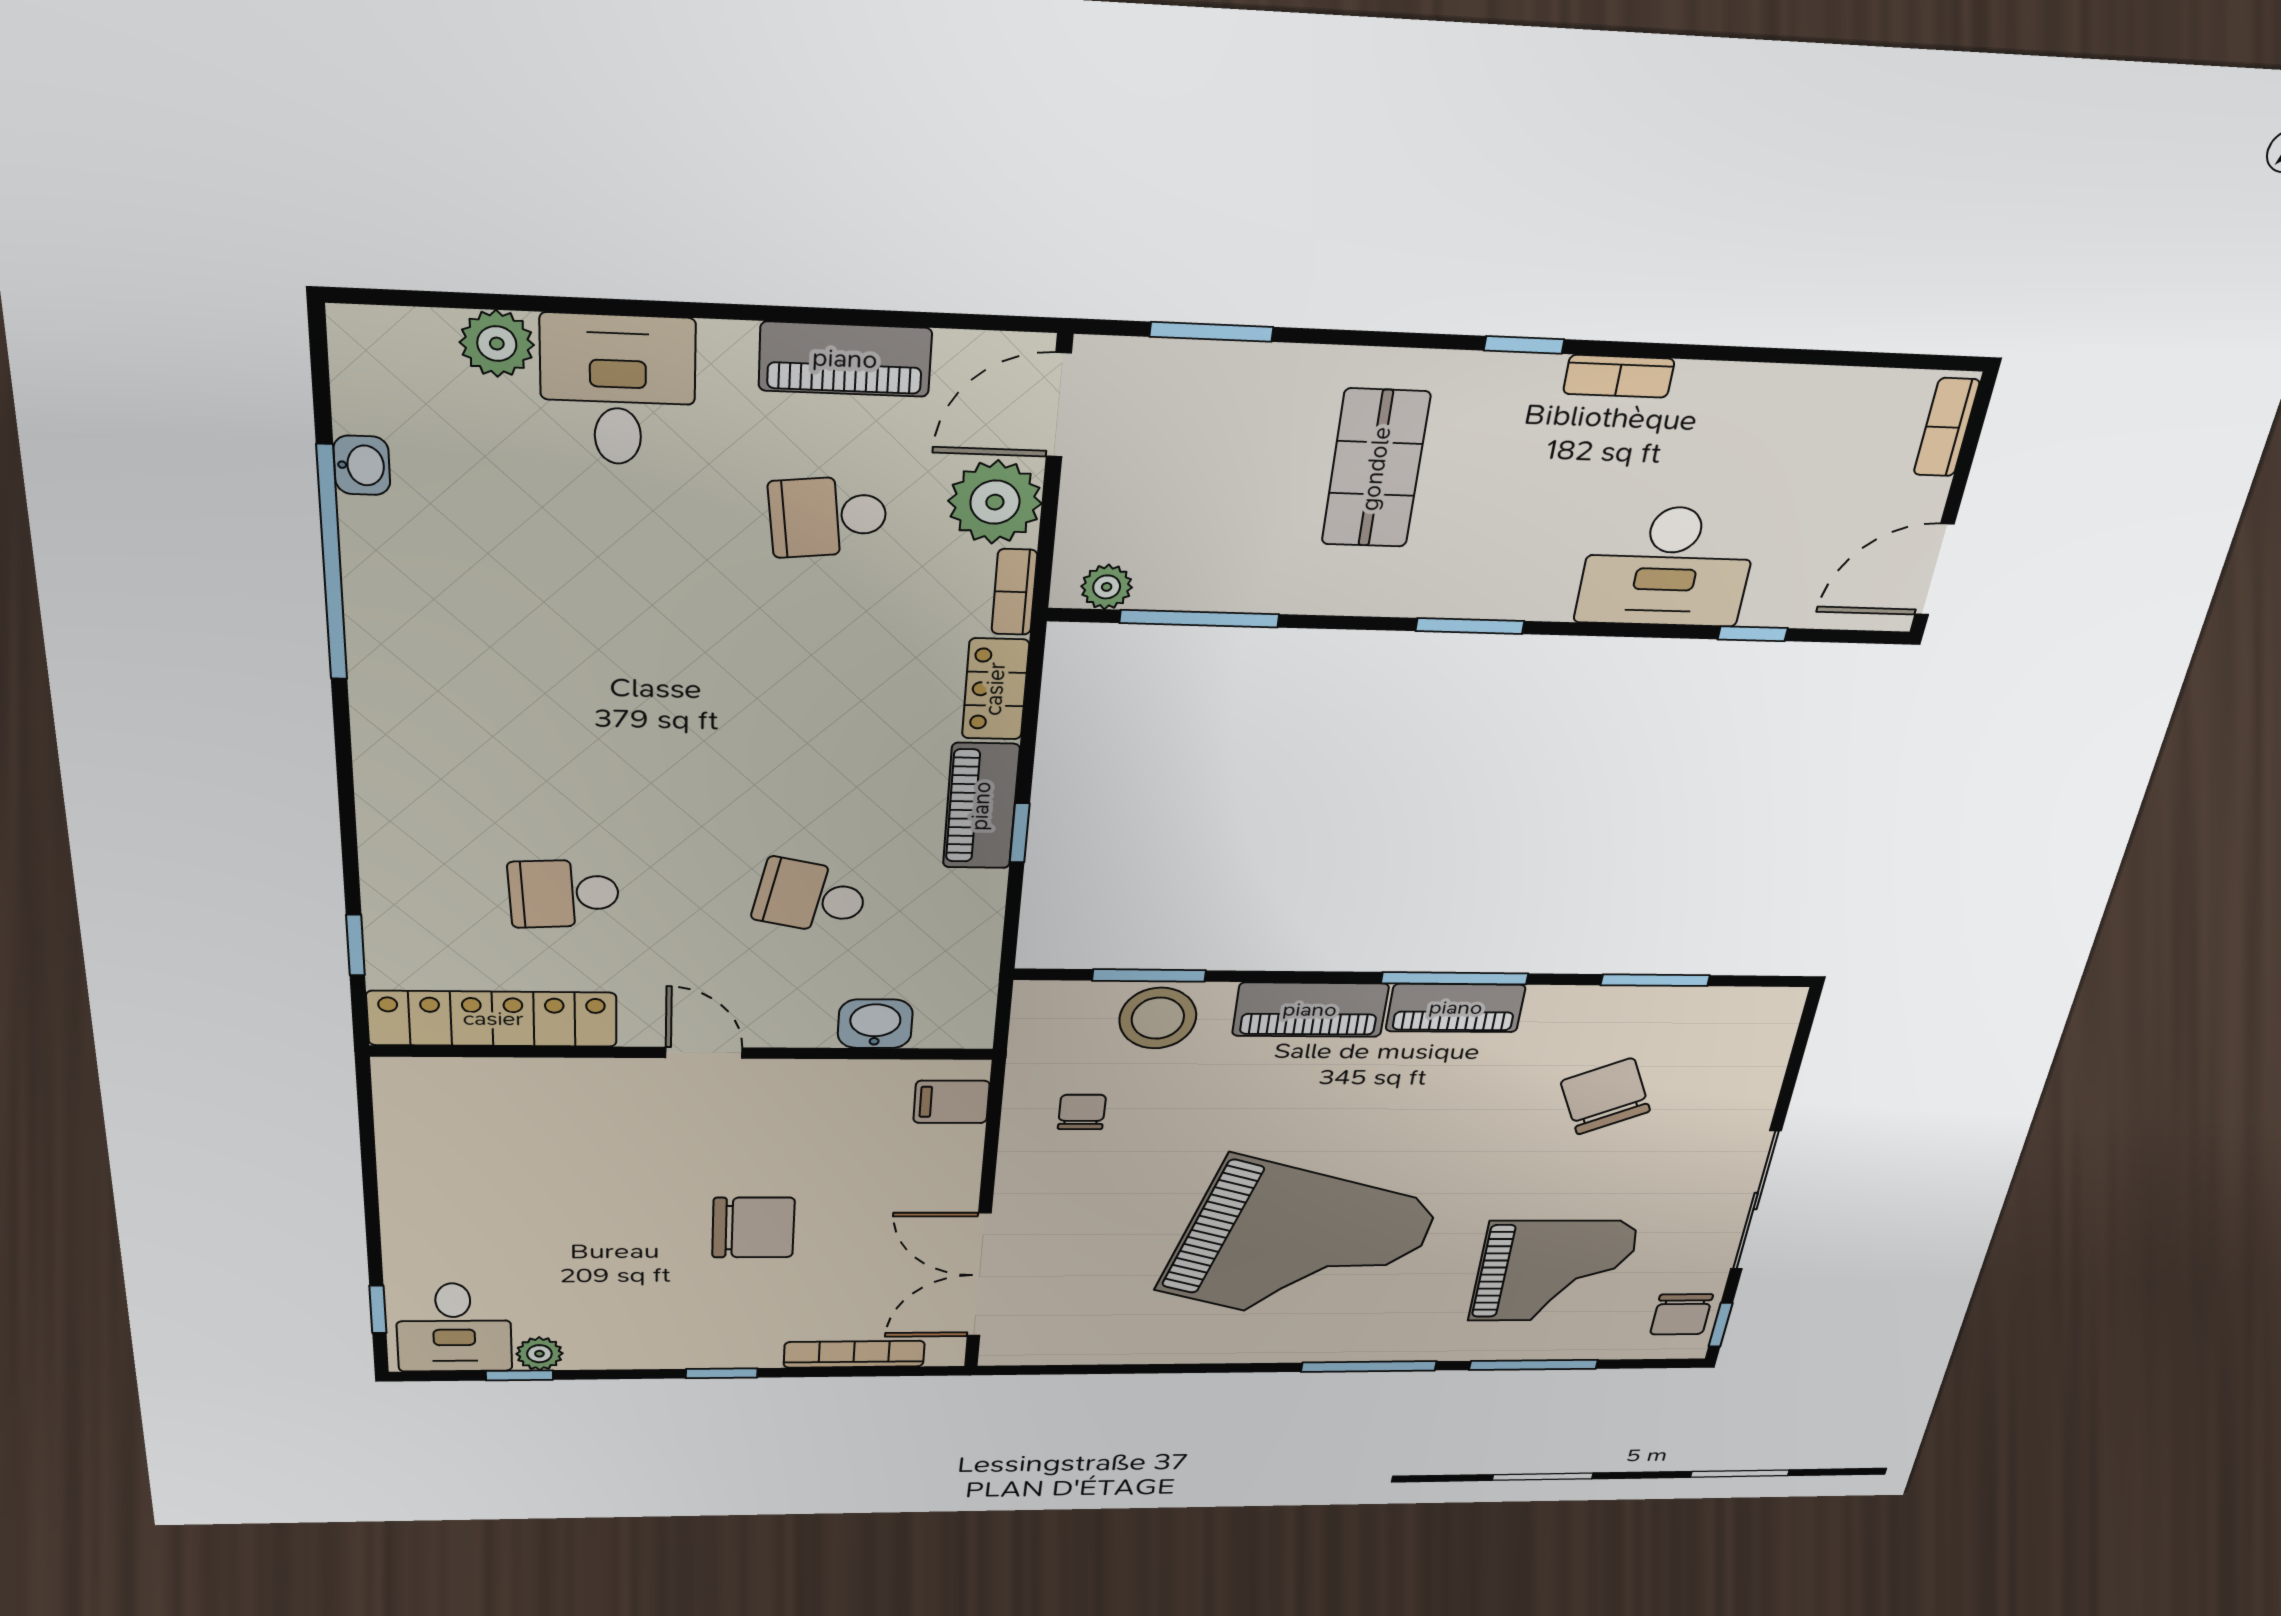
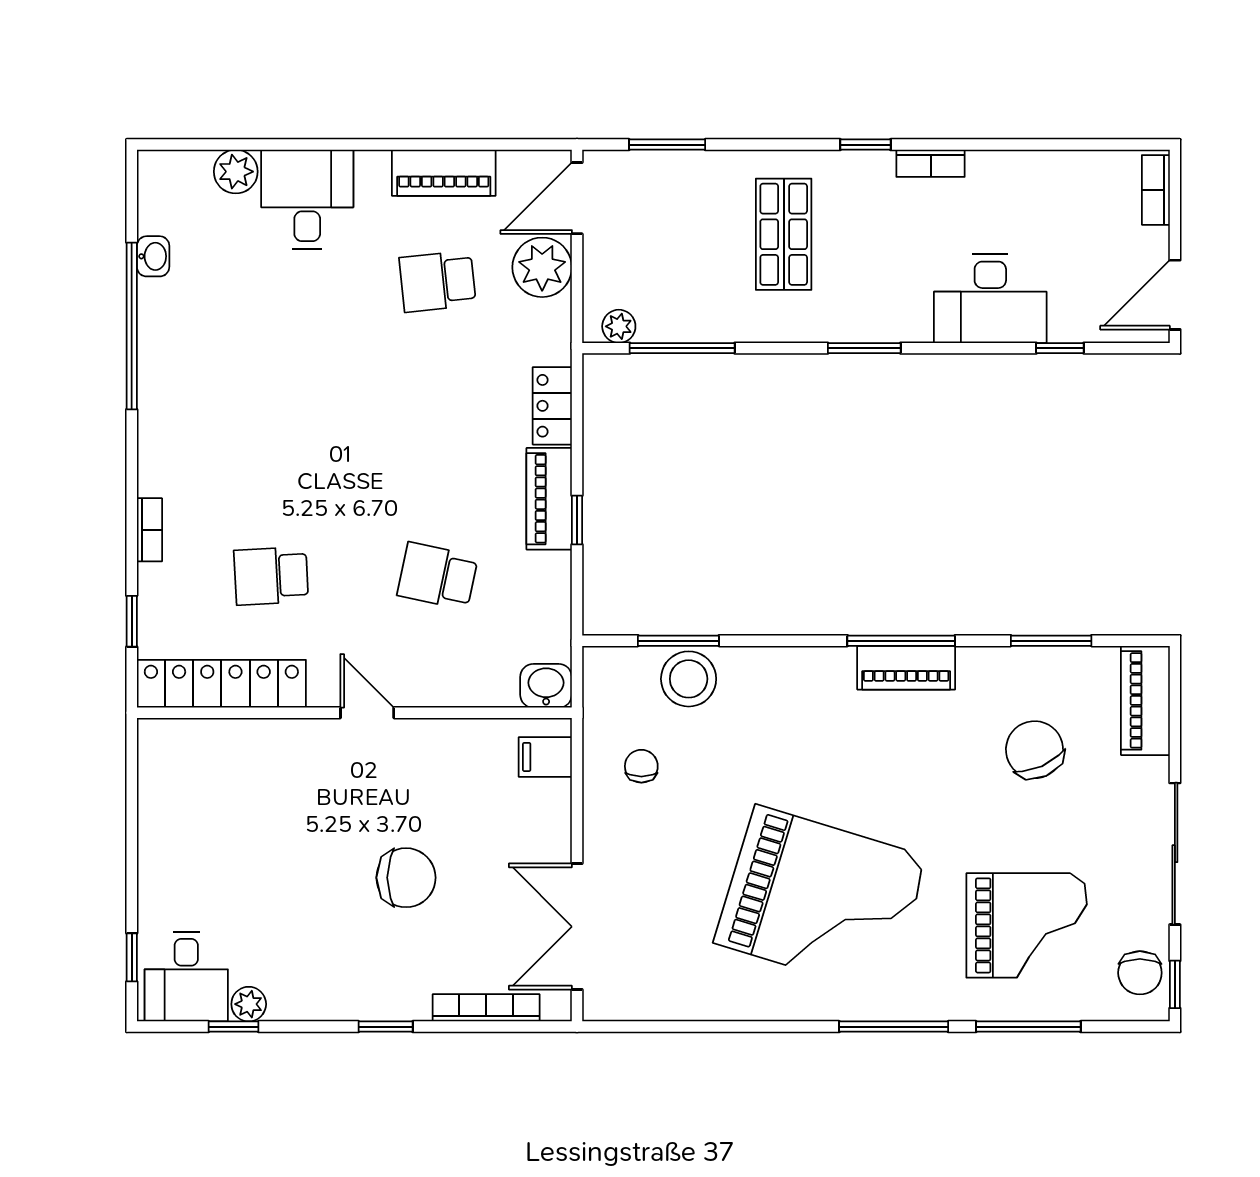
bookcase: (1014, 592) -> (149, 530), moved, turned 180
piano: (1310, 1010) -> (1145, 700), moved, turned 90
washbasin: (875, 1024) -> (546, 686), moved

